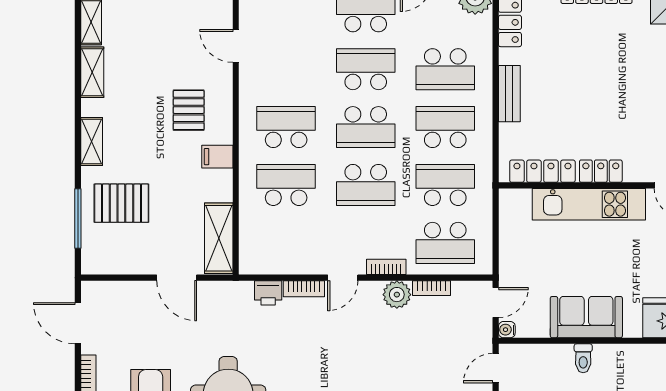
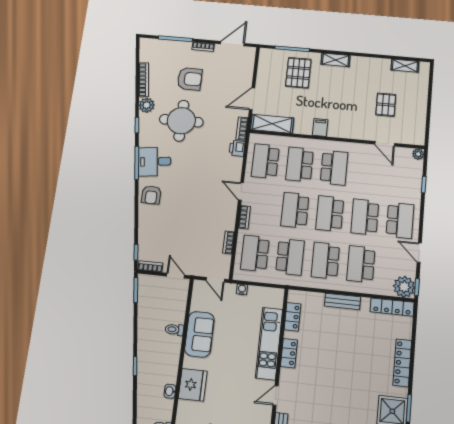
door: (236, 46) -> (385, 144), swing flipped
school desk: (366, 69) -> (365, 217), turned 180
shelving: (92, 72) -> (376, 64), removed
pallet: (189, 110) -> (386, 105), moved, turned 90
school desk: (445, 127) -> (325, 261), turned 180
locker: (542, 171) -> (293, 317), width x0.66
school desk: (286, 185) -> (300, 164), turned 180
school desk: (286, 243) -> (265, 161), added
bookcase: (304, 289) -> (242, 129), moved
plant: (397, 295) -> (227, 222), removed
water cooler: (507, 330) -> (242, 289), moved

